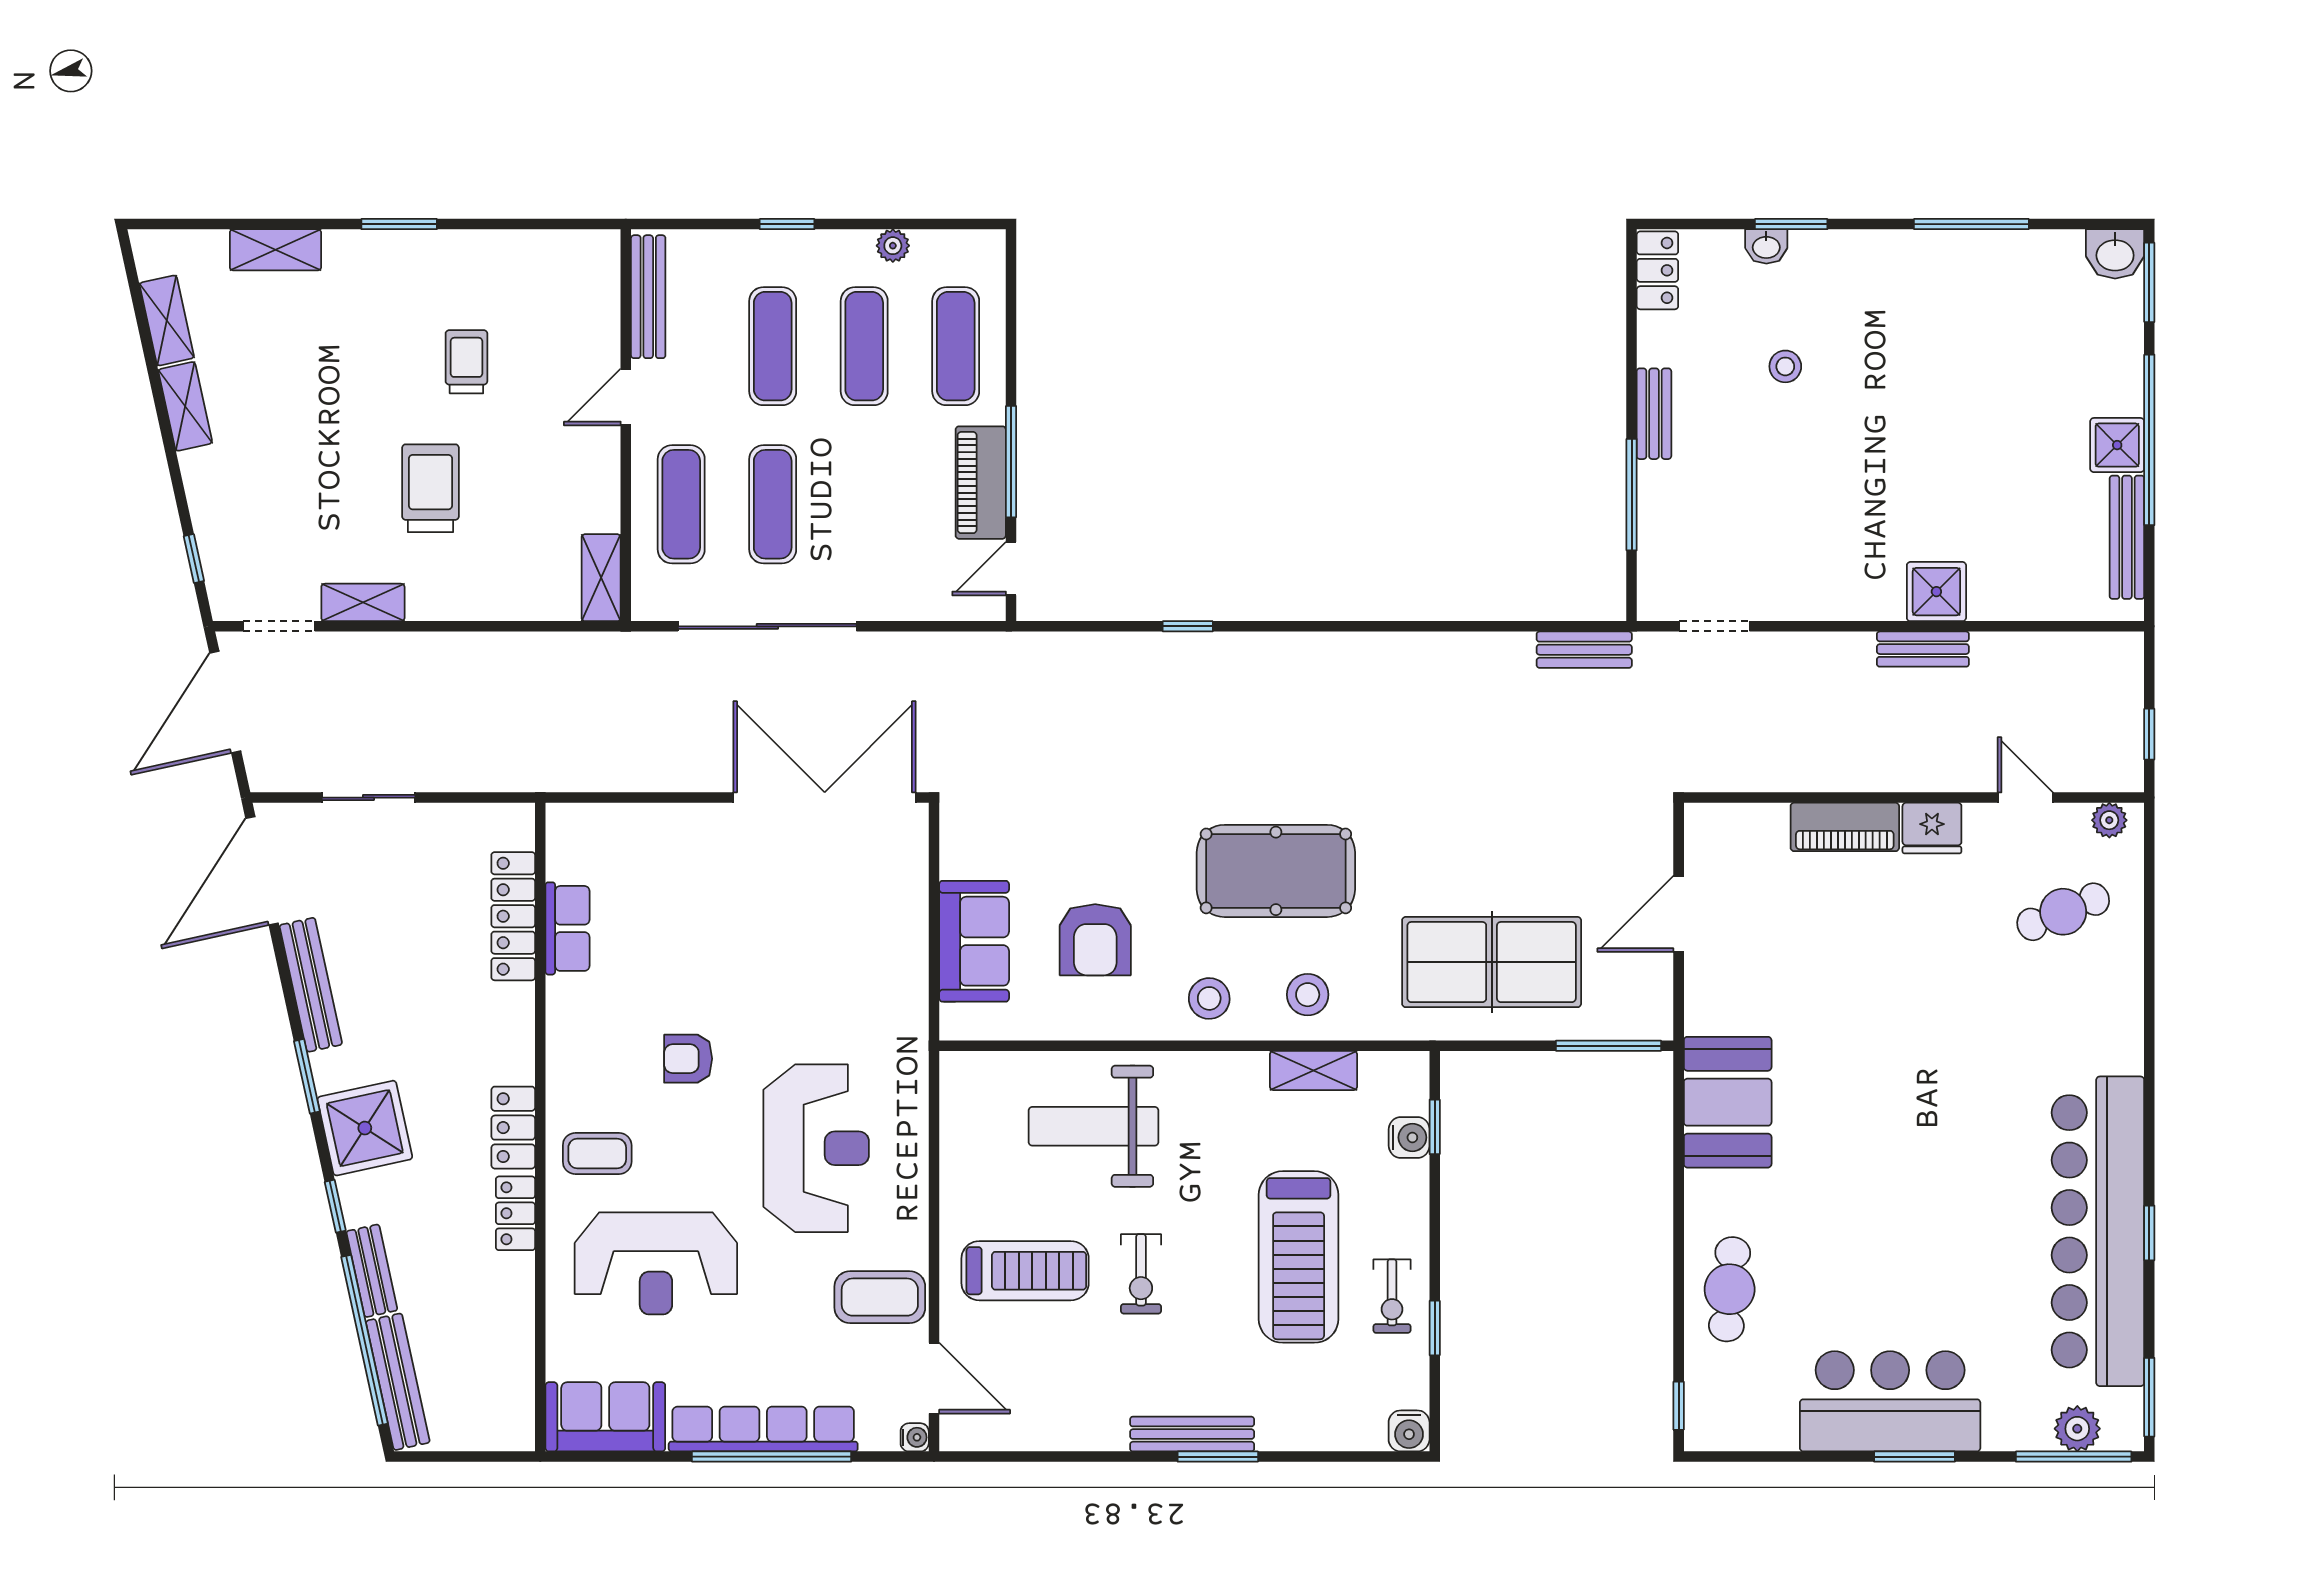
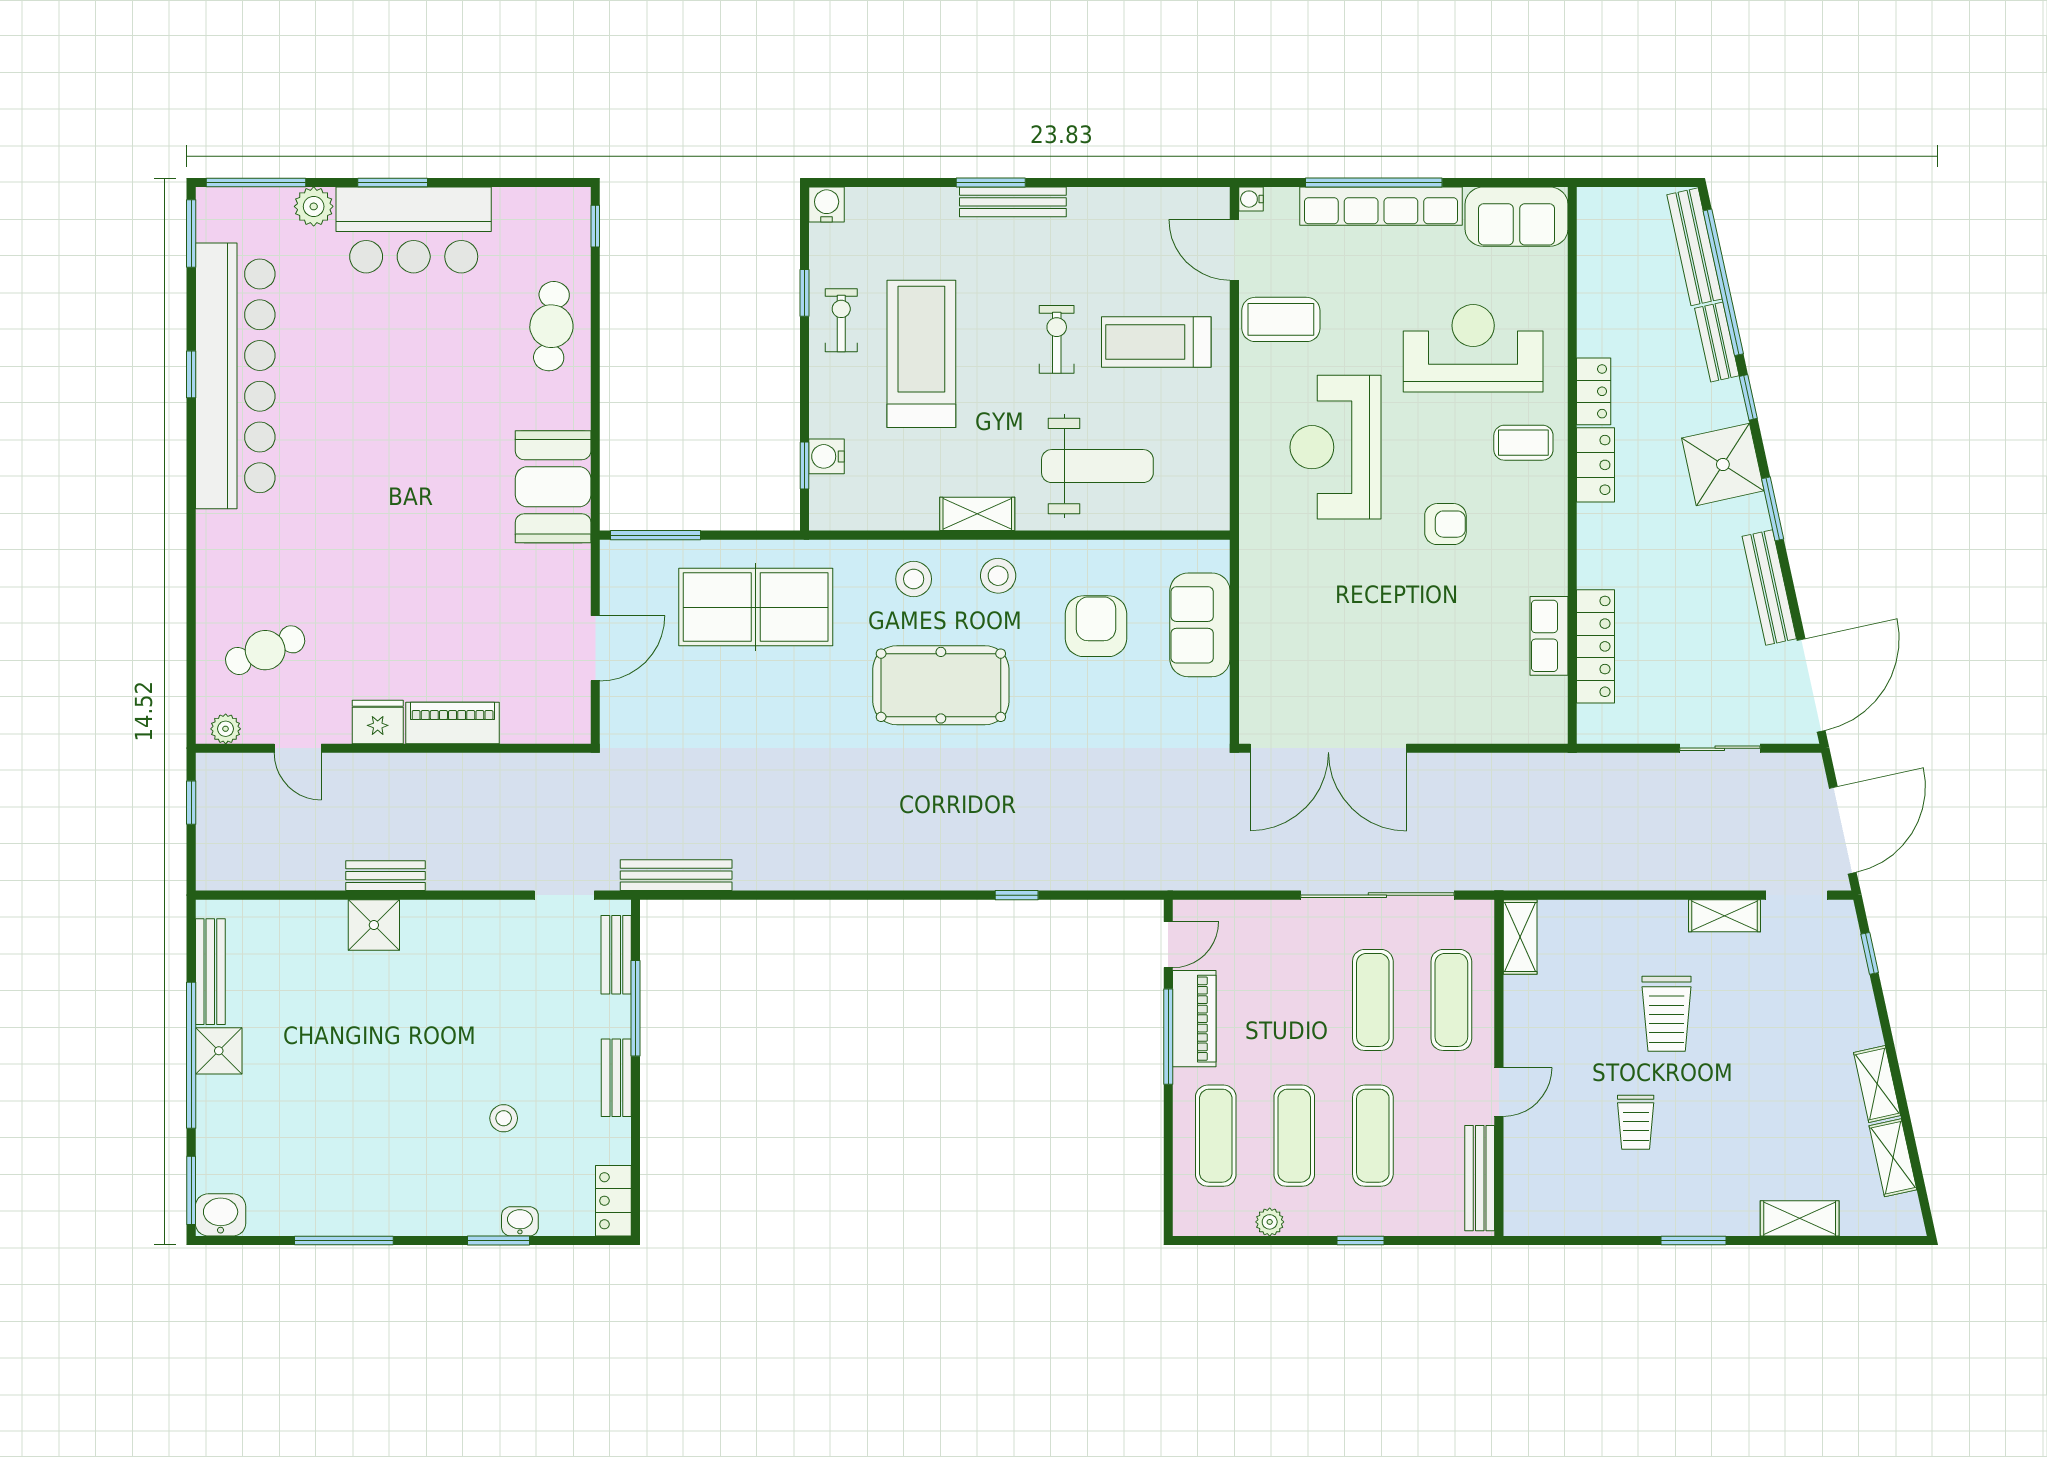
bench: (1654, 557) -> (616, 955), added
bench: (1584, 650) -> (676, 875), width x1.36
shelving: (1314, 1071) -> (977, 514), moved
plant: (2077, 1429) -> (314, 206), moved

